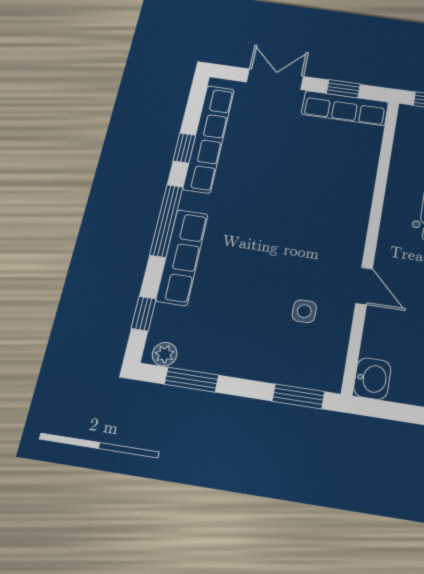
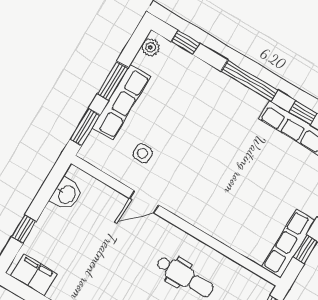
row of seats: (182, 257) -> (121, 102), moved, turned -90
washbasin: (372, 379) -> (66, 194), moved, turned -90
window: (191, 380) -> (113, 81), moved

